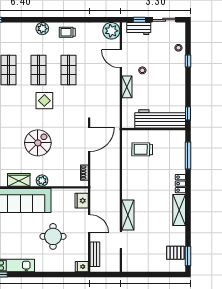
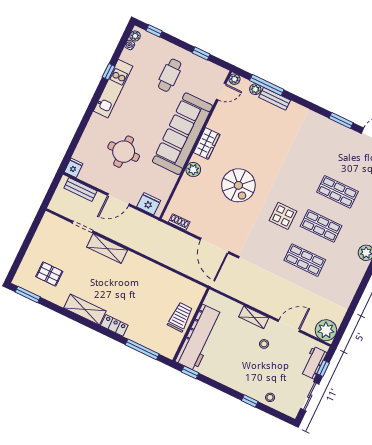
trolley: (67, 32) -> (348, 279), removed
trolley: (142, 149) -> (180, 317), moved
pallet: (175, 253) -> (49, 274), moved, turned 90

